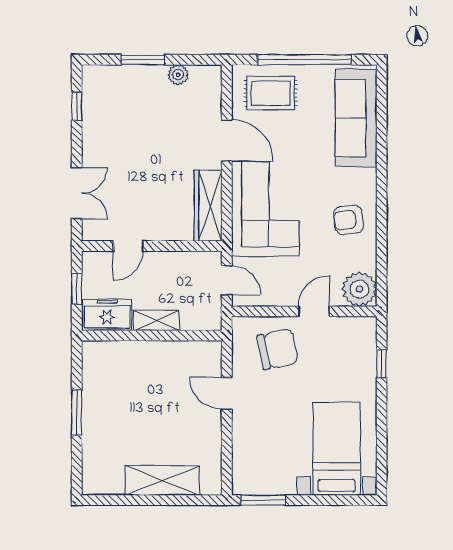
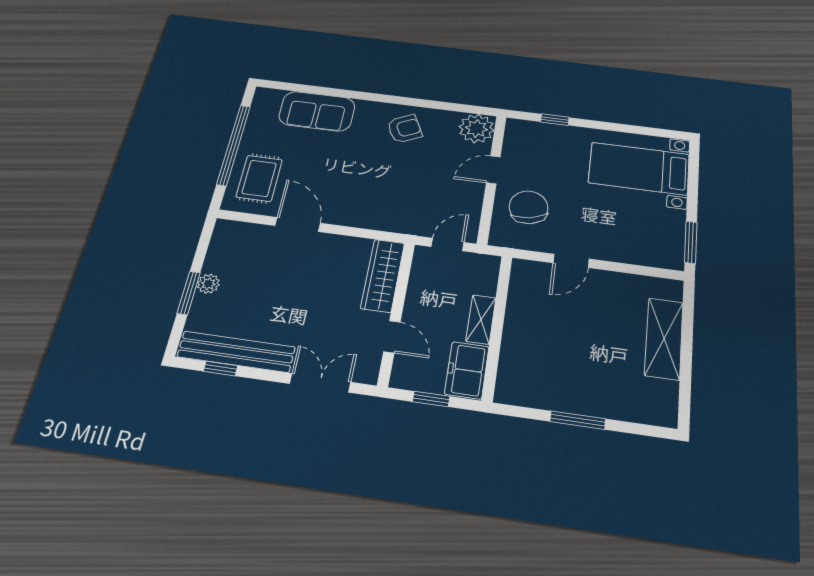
plant: (178, 75) -> (208, 284), moved
bench: (94, 116) -> (236, 352), added
sofa: (356, 118) -> (317, 111), width x0.73
door: (227, 140) -> (298, 224), hinge flipped
wardrobe: (208, 206) -> (383, 275), moved, turned 90
corner sofa: (265, 209) -> (378, 199), removed
armchair: (348, 220) -> (405, 129), turned -110
door: (314, 311) -> (493, 170), hinge flipped

